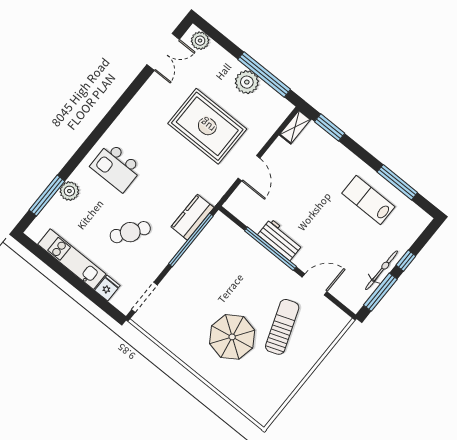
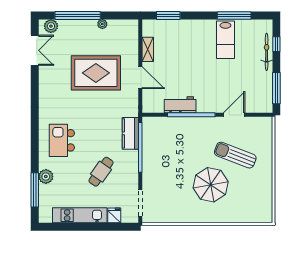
window: (264, 74) -> (78, 15), moved
plant: (247, 82) -> (102, 24), width x0.53, depth x0.53
shelving: (295, 127) -> (148, 49), moved
kitchen island: (116, 167) -> (62, 140), turned 90
lab bench: (368, 200) -> (225, 40), turned -90
workbench: (280, 240) -> (180, 105), moved
window: (406, 261) -> (276, 44), moved
bicycle: (382, 270) -> (267, 52), moved
sun lounger: (282, 327) -> (235, 155), turned -49

